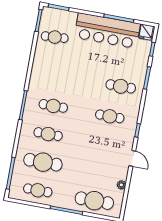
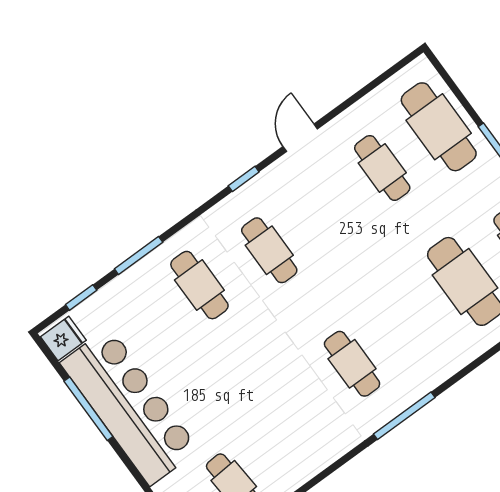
cafe table: (48, 134) -> (382, 168), moved
plant: (121, 185) -> (364, 109), removed

